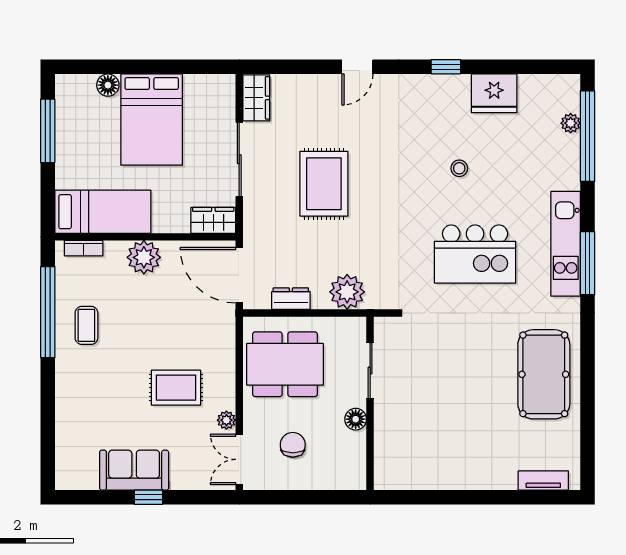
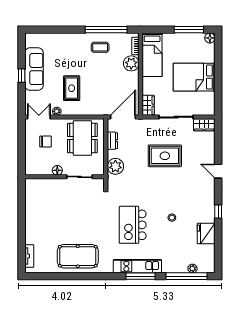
floor lamp: (108, 85) -> (210, 38), moved
plant: (144, 257) -> (131, 63), moved
window: (588, 263) -> (140, 276), moved
sofa: (134, 470) -> (34, 69), width x1.36

